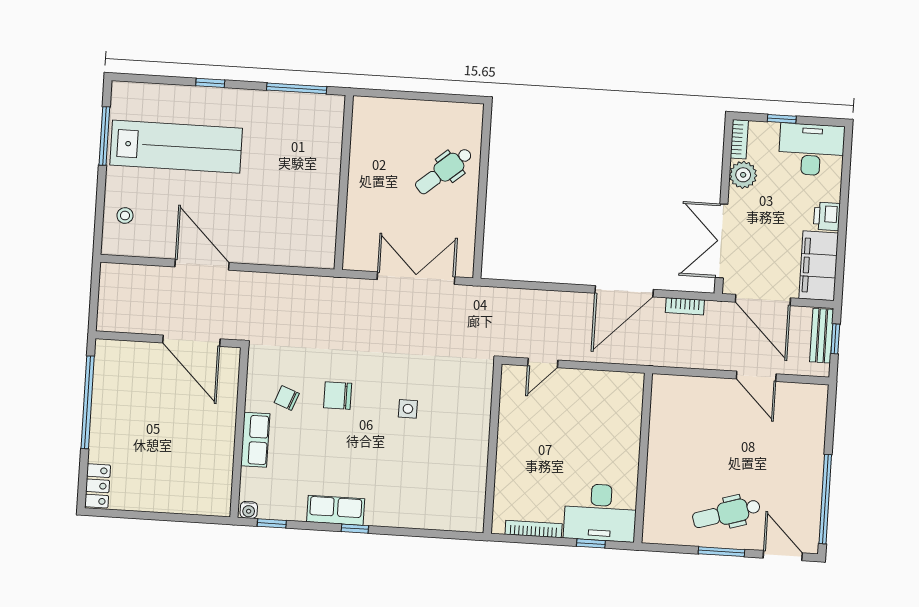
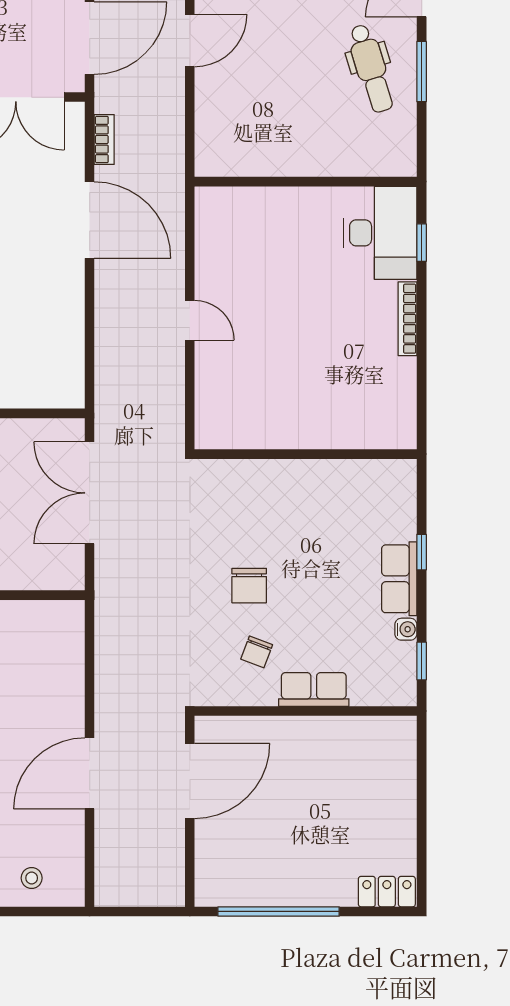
side table: (408, 409) -> (261, 493), removed
wall: (493, 449) -> (306, 454), moved
water cooler: (249, 510) -> (406, 629), moved

